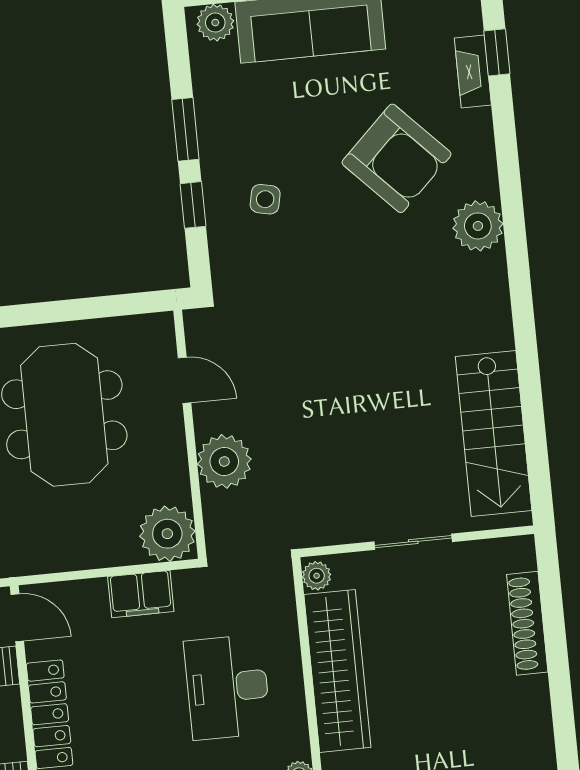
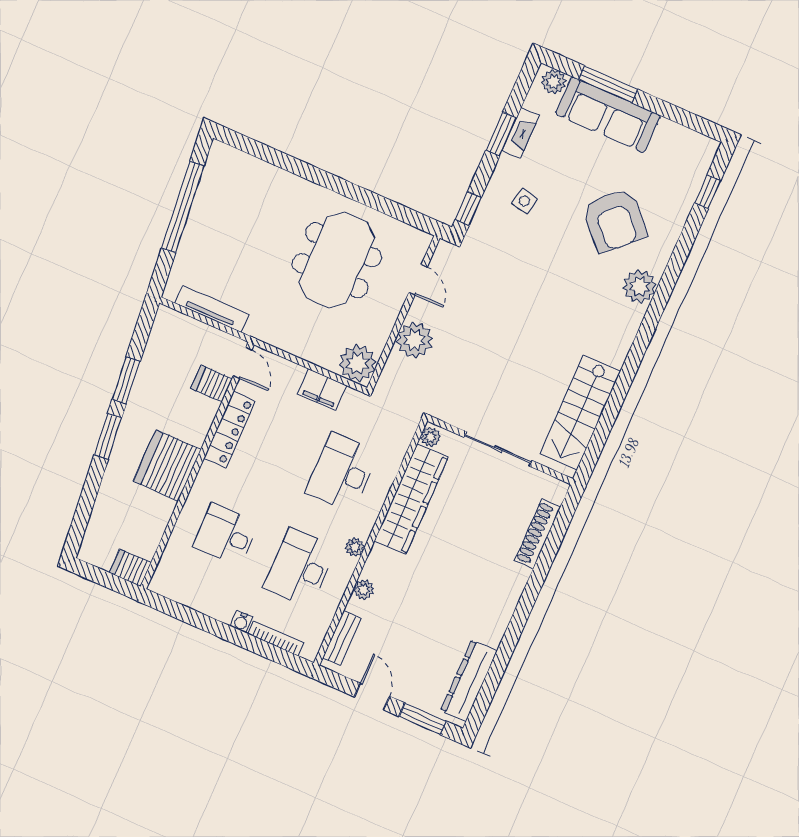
fireplace: (473, 72) -> (520, 133), moved, turned 180
window: (193, 205) -> (468, 209), moved
sliding door: (413, 542) -> (498, 449), width x1.37

